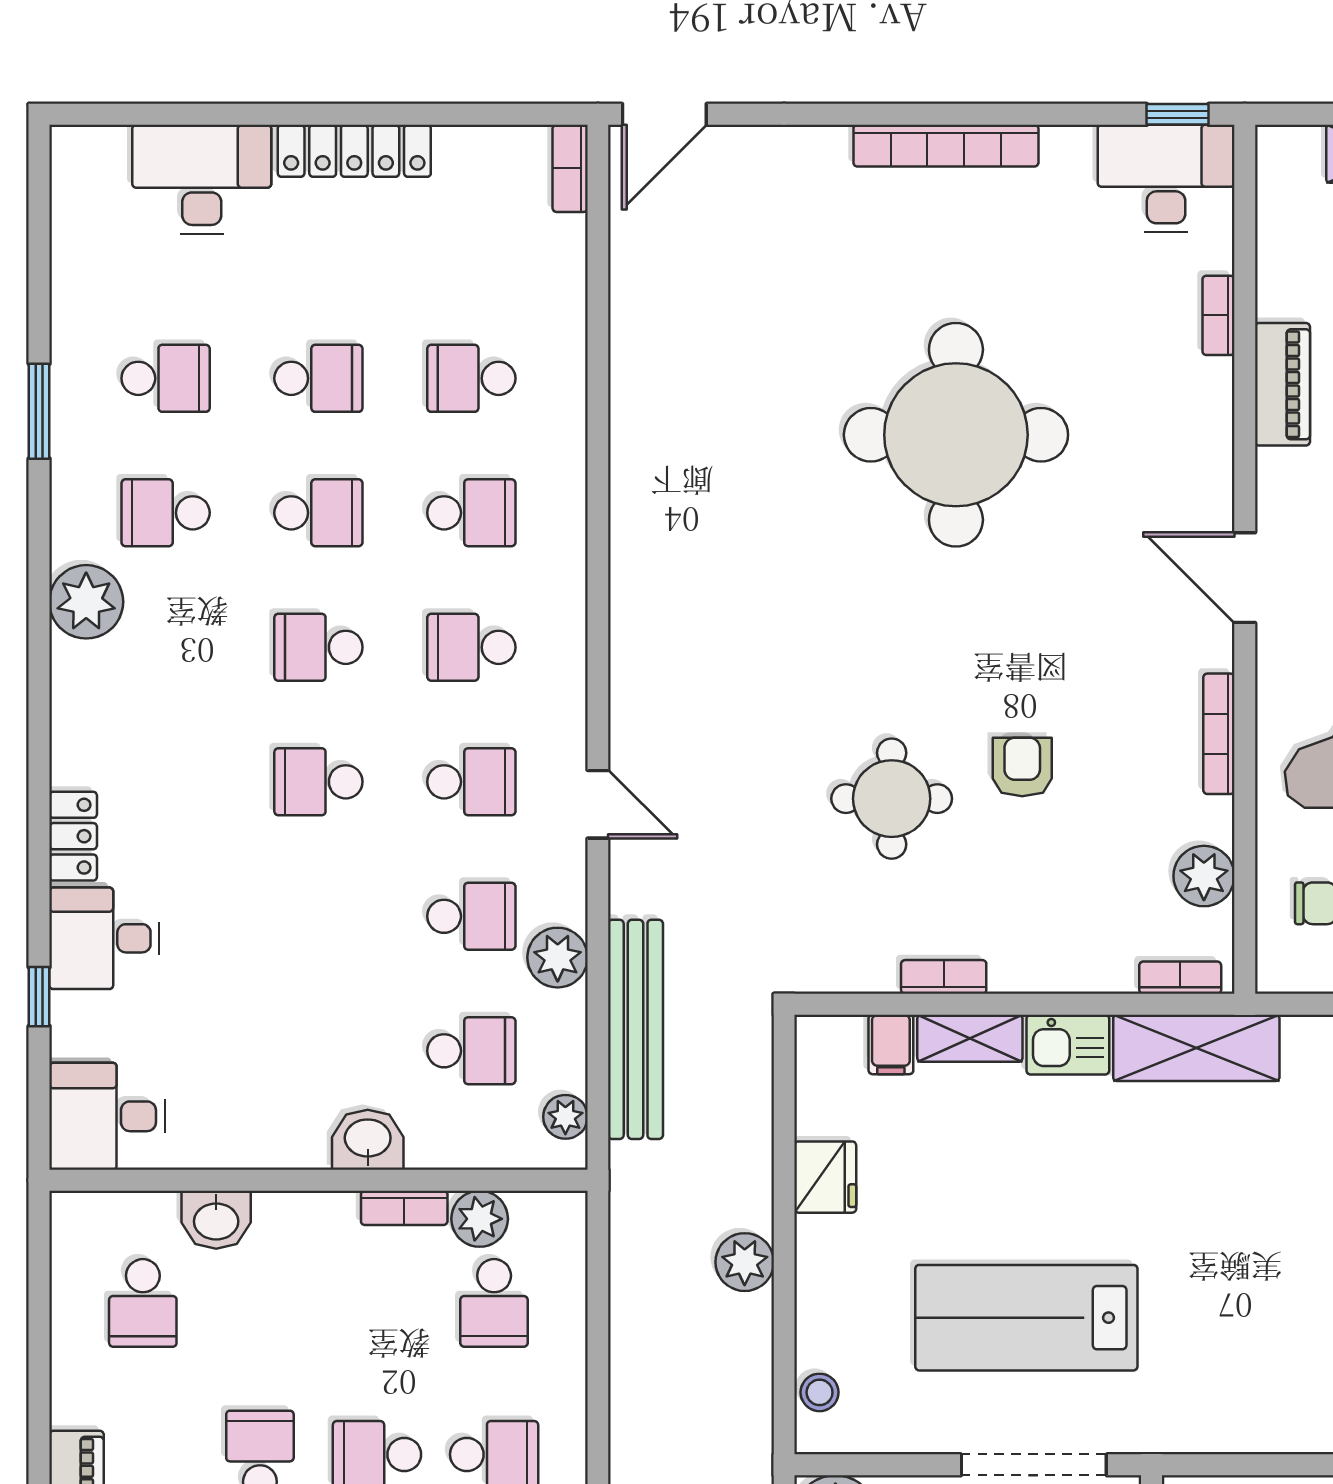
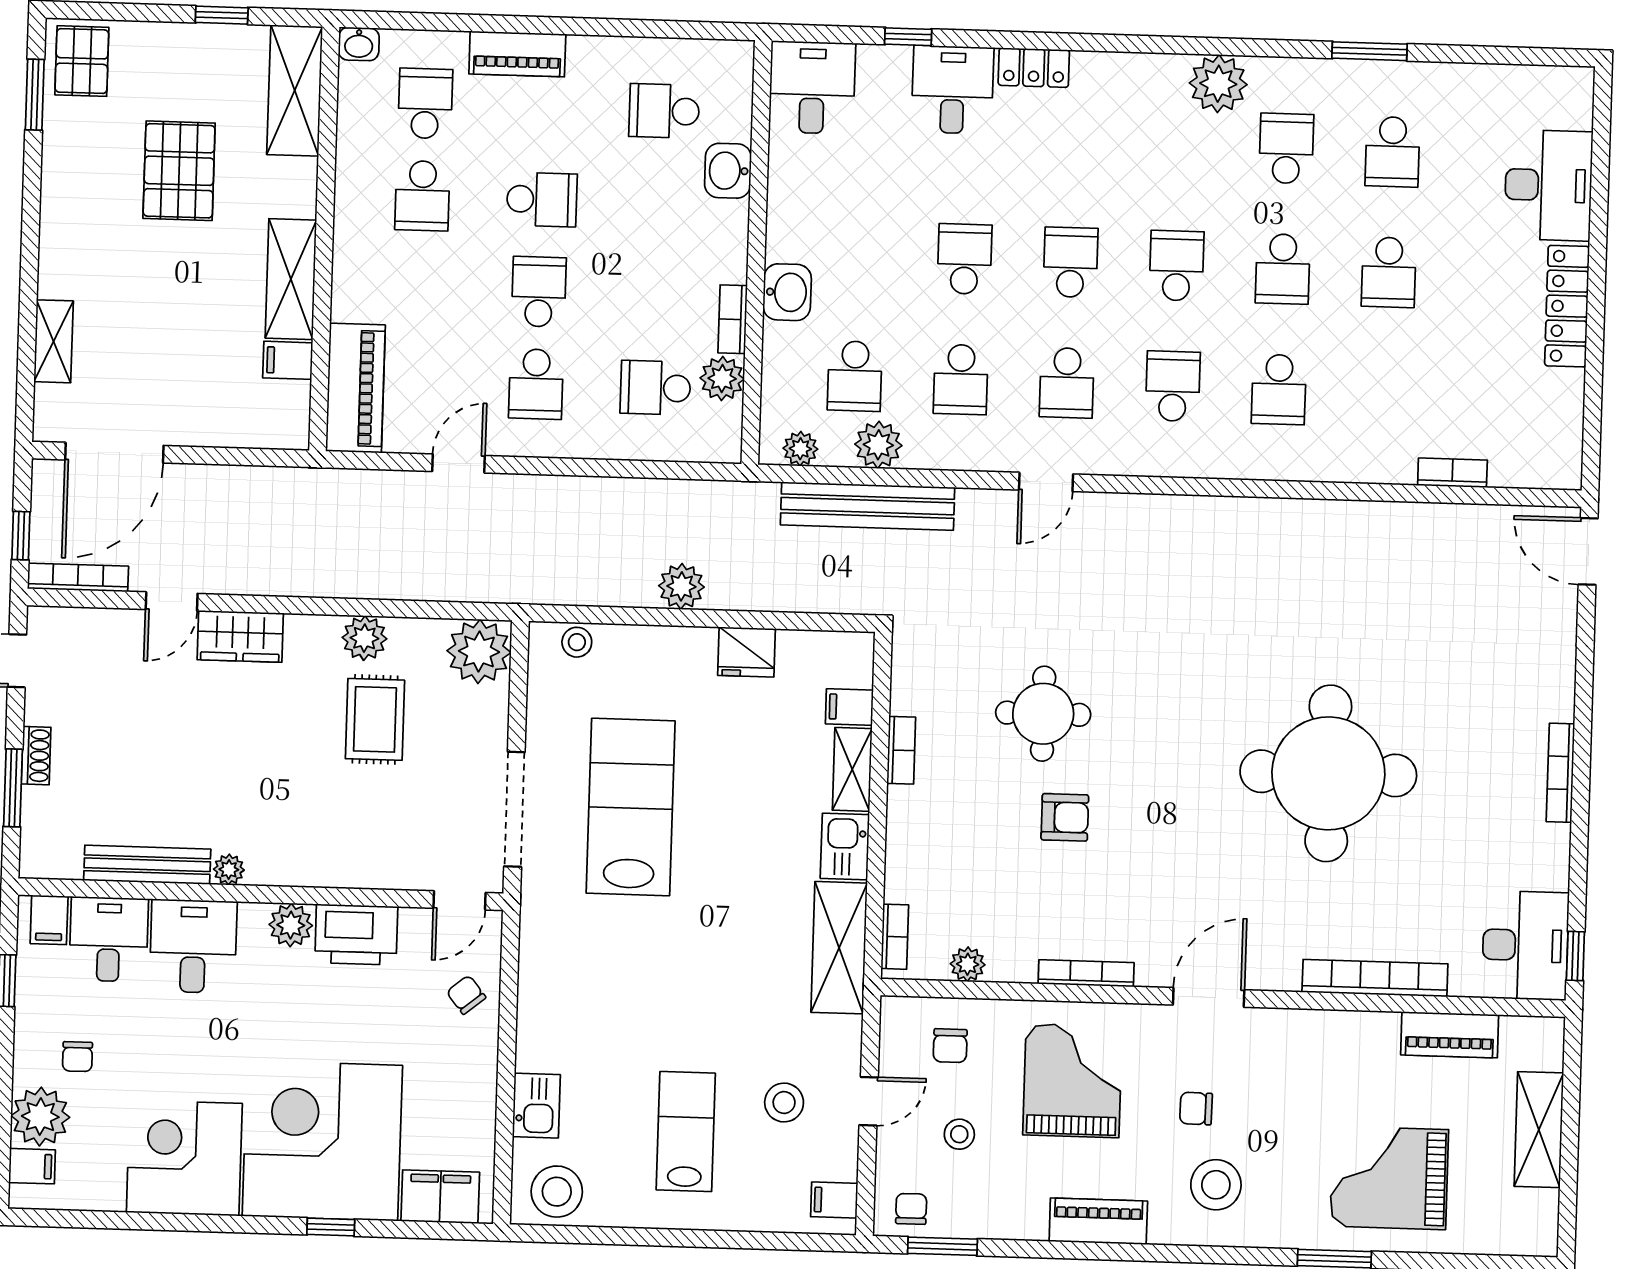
bookcase: (946, 146) -> (1560, 773), width x0.68, depth x0.76
bookcase: (570, 168) -> (1452, 473), moved
bookcase: (1218, 315) -> (1375, 978), width x2.31, depth x1.31
school desk: (471, 378) -> (965, 259), moved
piano: (1282, 384) -> (1450, 1035), moved
plant: (1204, 876) -> (968, 964), width x0.73, depth x0.73
plant: (558, 958) -> (878, 445), moved

